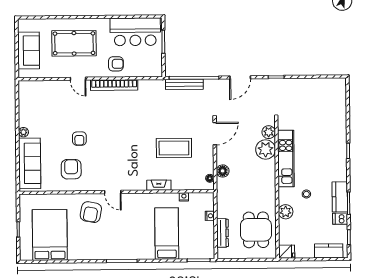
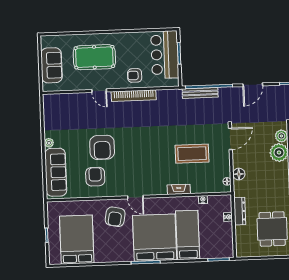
bar counter: (135, 32) -> (165, 55), moved, turned 90
armchair: (116, 64) -> (135, 75), turned 180
armchair: (79, 139) -> (102, 147), width x1.88, depth x1.88
dresser: (223, 233) -> (240, 211), moved
bed: (132, 235) -> (155, 238), added

